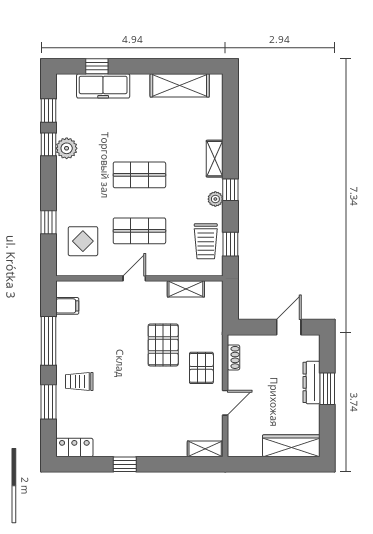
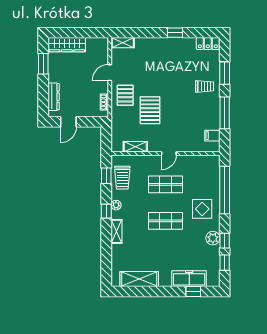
window: (48, 222) -> (225, 190), width x3.17
display table: (83, 241) -> (202, 209), moved
trolley: (206, 241) -> (122, 178), turned 180
dresser: (311, 382) -> (54, 97), moved
window: (327, 389) -> (43, 64), moved

